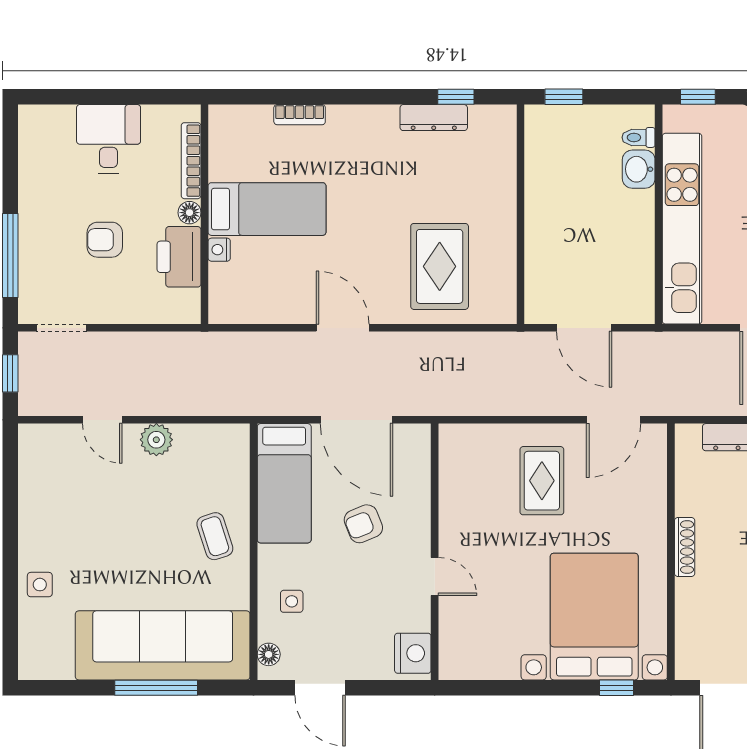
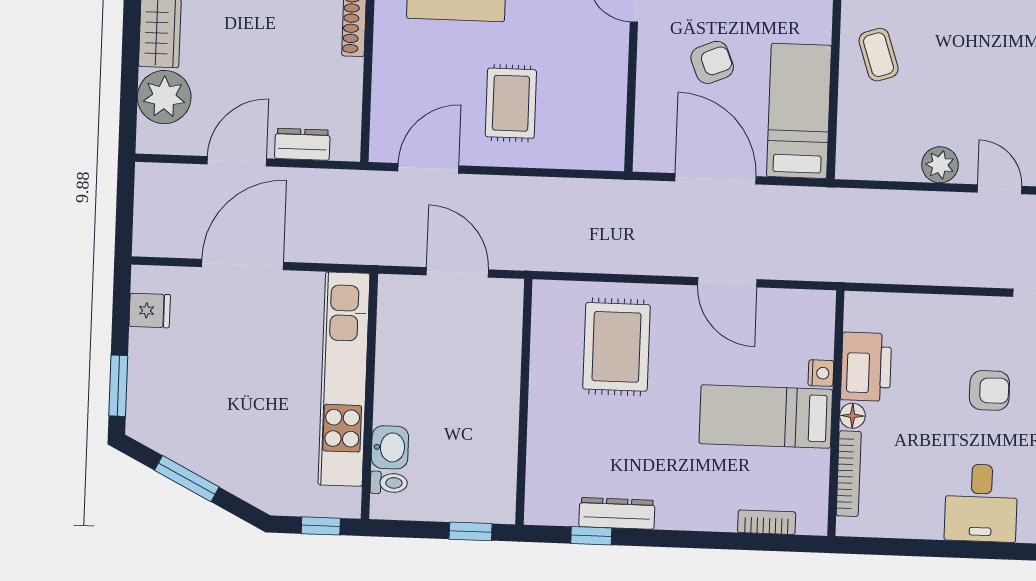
bookcase: (191, 161) -> (849, 474), moved
bed: (267, 209) -> (766, 417), moved
floor lamp: (189, 213) -> (853, 416), moved
wall: (204, 214) -> (836, 413), moved
nightstand: (219, 250) -> (821, 373), moved
printer: (179, 257) -> (866, 367), moved

